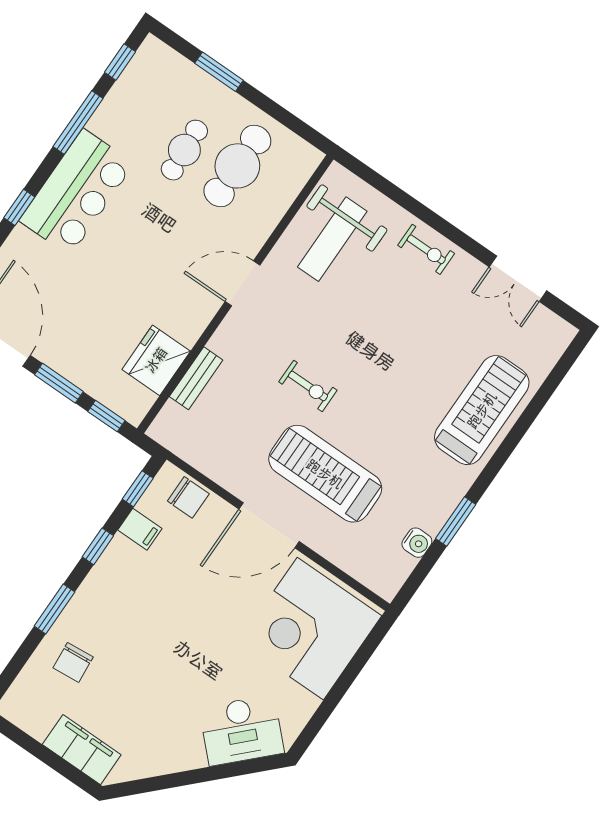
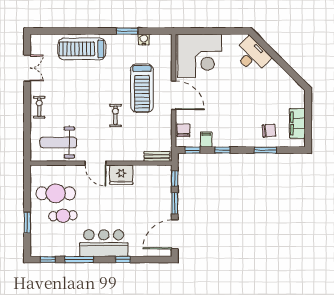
weight bench: (332, 239) -> (58, 142), turned 180
fridge: (156, 360) -> (121, 175), moved
bench: (196, 378) -> (157, 156), moved
window: (55, 609) -> (265, 150), moved
filing cabinet: (82, 750) -> (297, 123), moved

